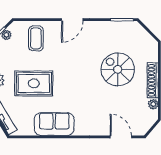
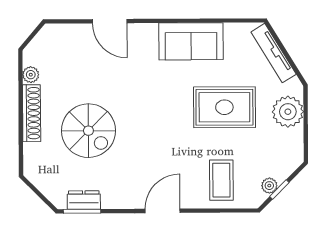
dresser: (121, 27) -> (84, 200), added
door: (121, 137) -> (110, 21), moved

